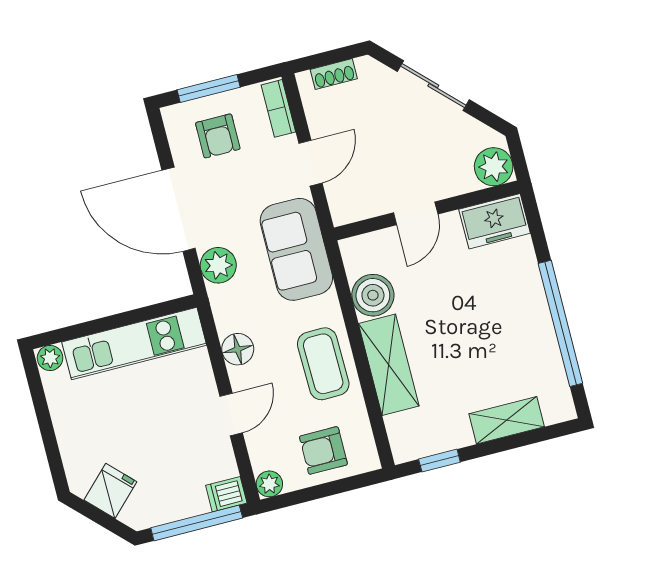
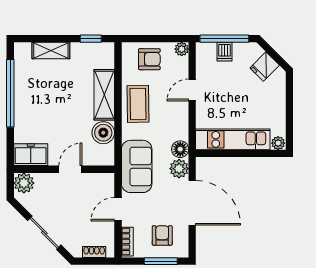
floor lamp: (238, 349) -> (180, 149), moved
dishwasher: (226, 494) -> (224, 52), moved, turned 90

